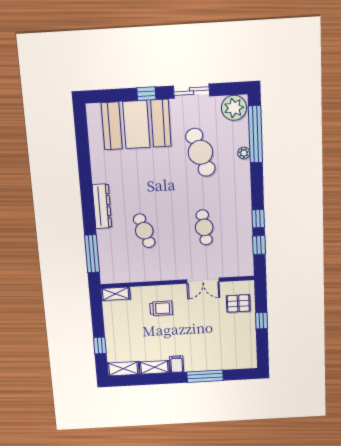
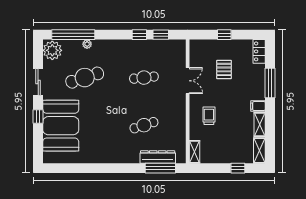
dresser: (102, 206) -> (158, 157), moved
pallet: (238, 303) -> (224, 69), moved
locker: (243, 362) -> (259, 51), added

